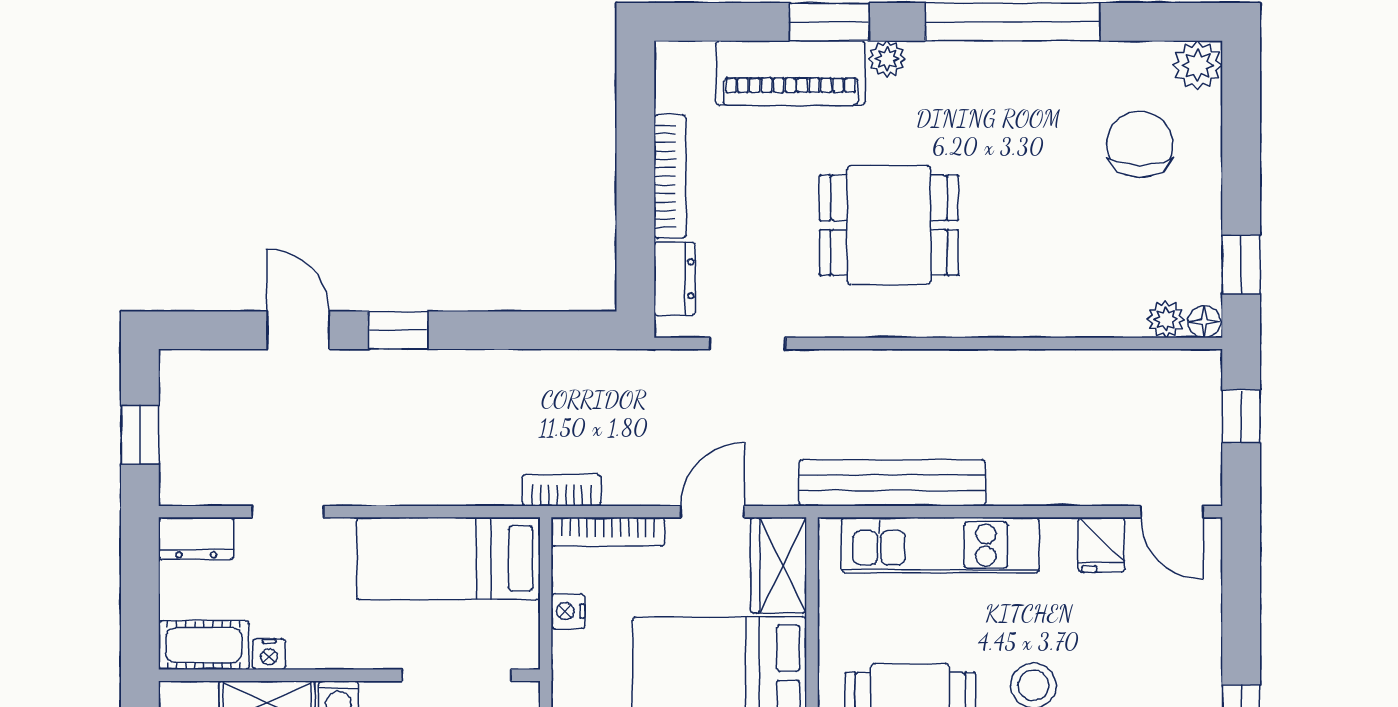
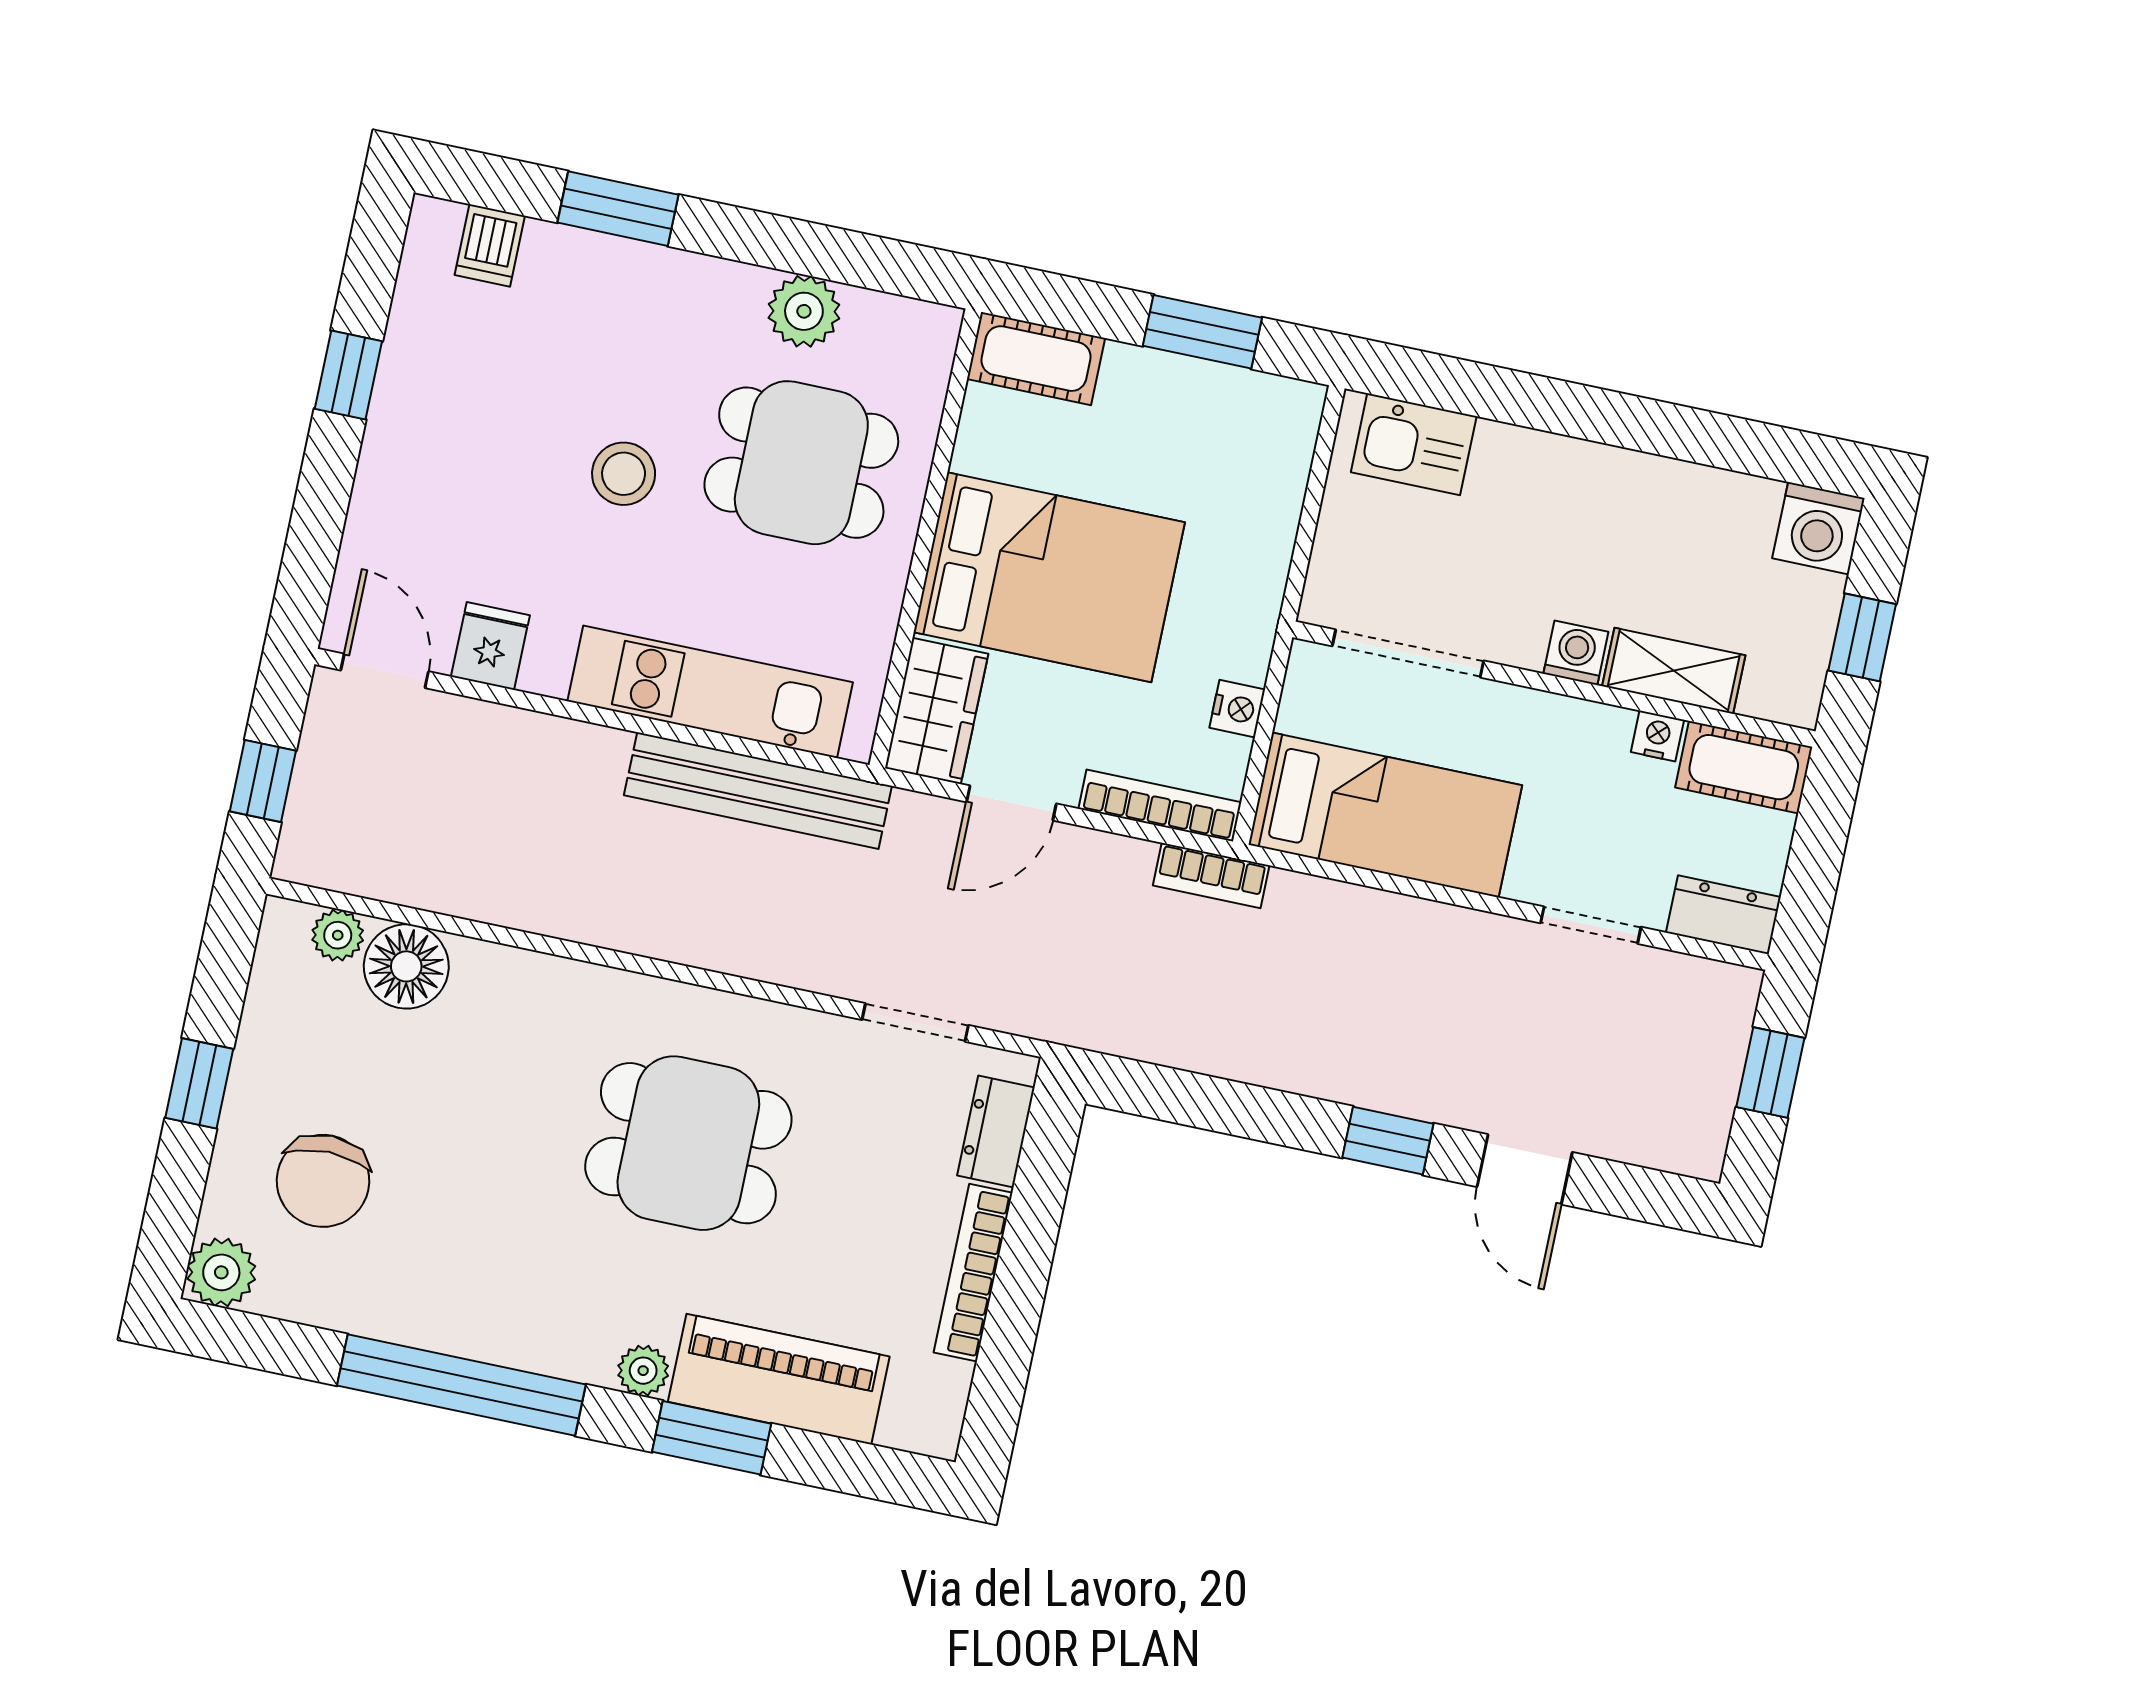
window: (1241, 264) -> (199, 1083), moved
floor lamp: (1204, 322) -> (406, 966), moved, width x1.89, depth x1.89

